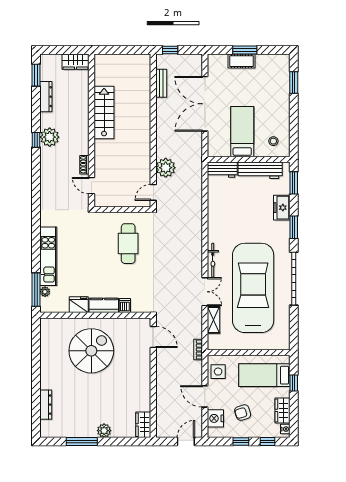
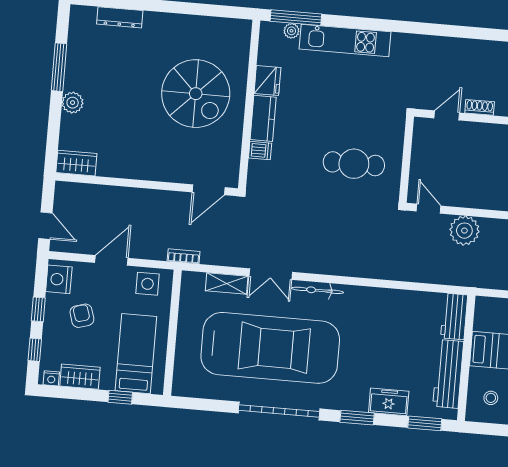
nightstand: (215, 418) -> (59, 279), moved, turned -90

